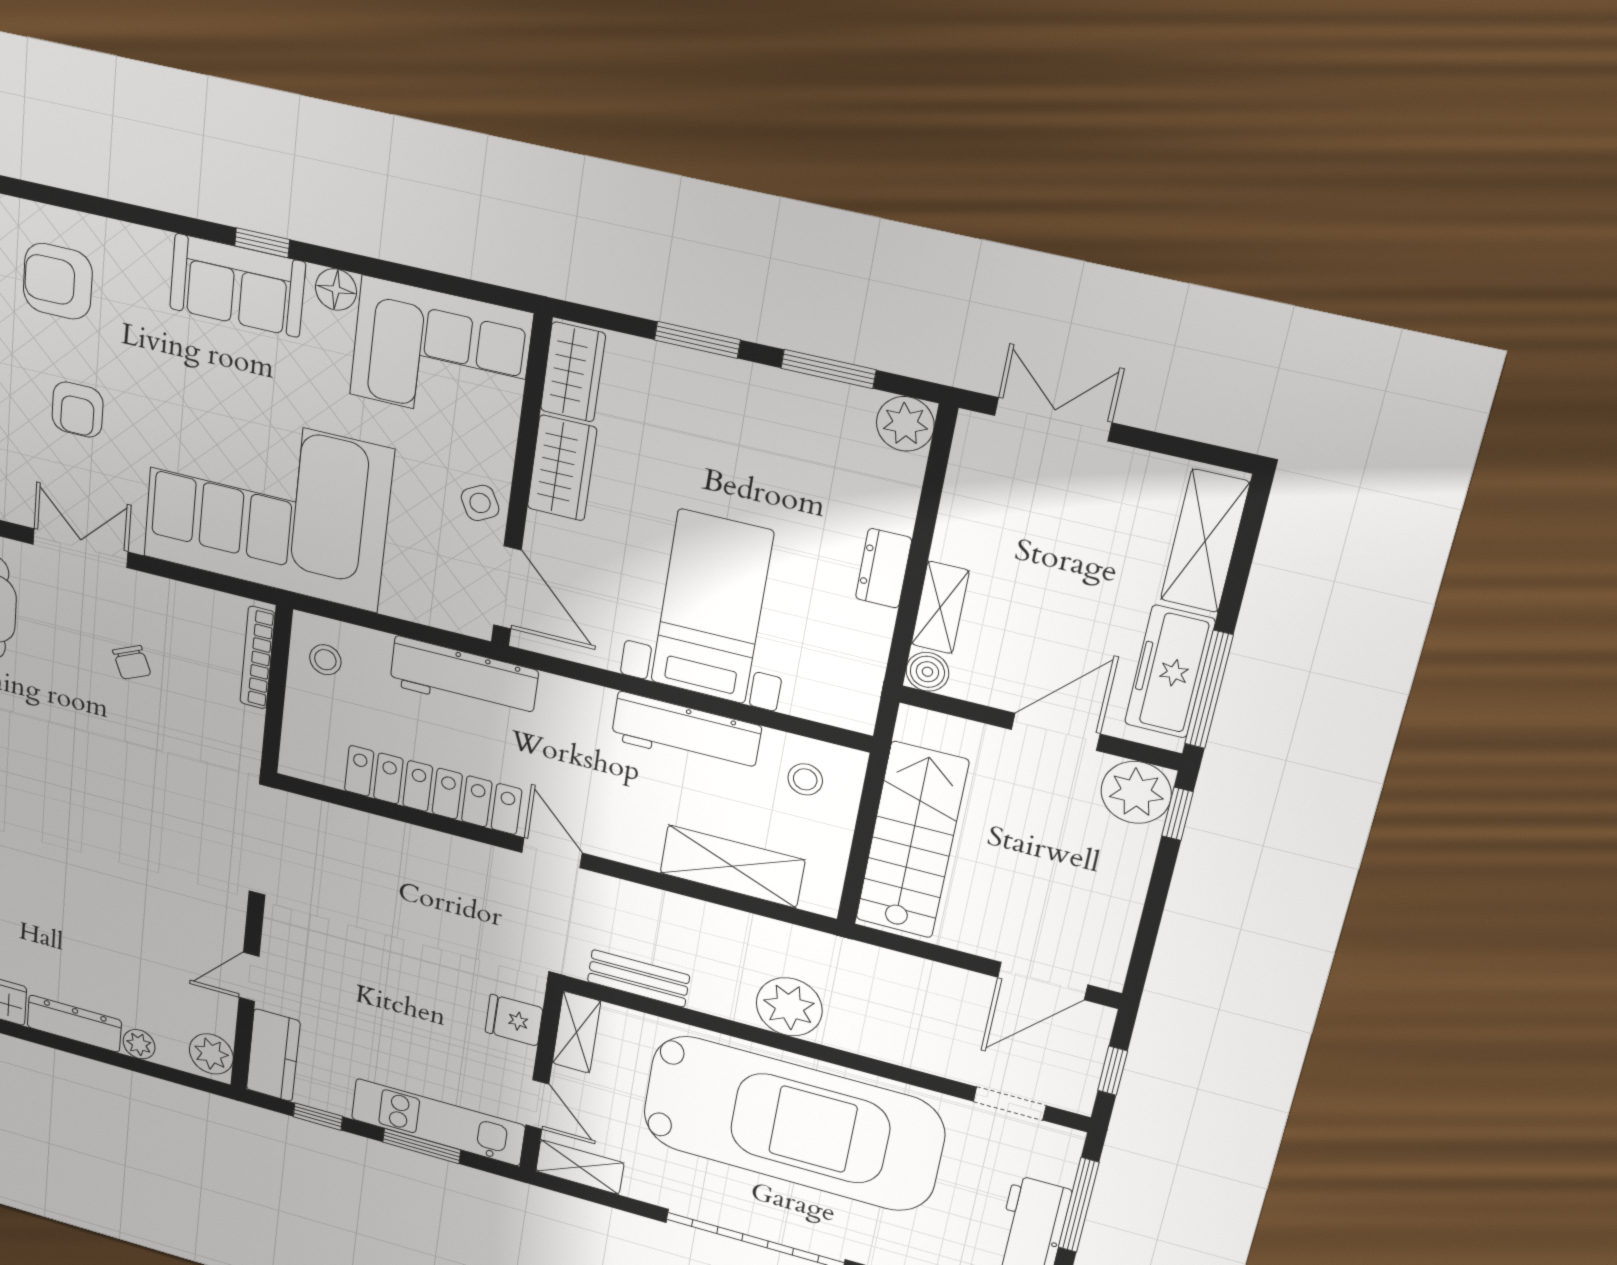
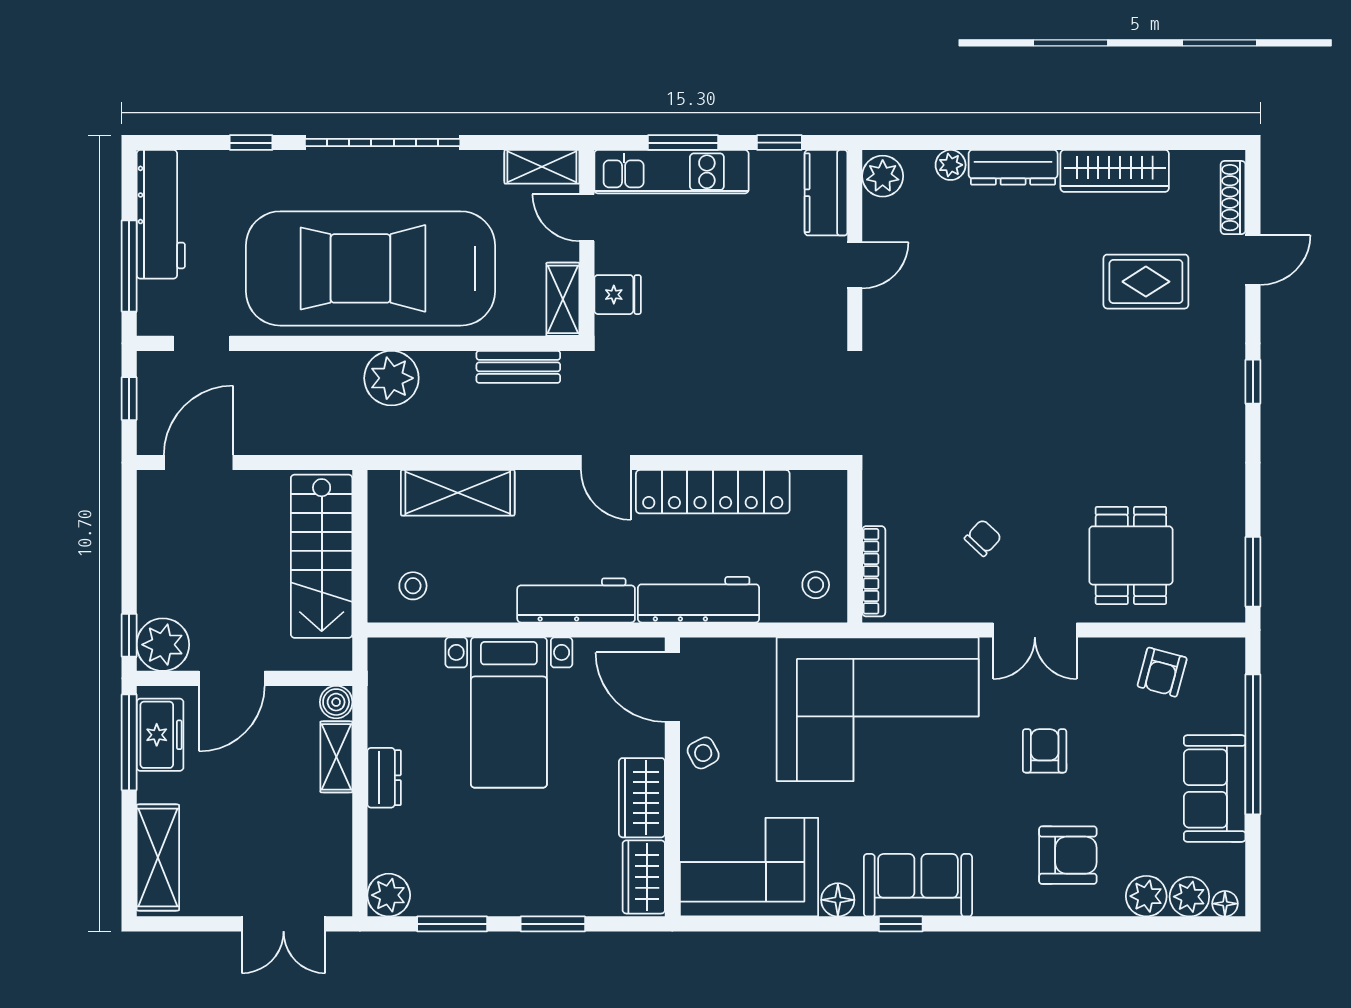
chair: (132, 662) -> (983, 538), turned 67
freezer: (1170, 672) -> (160, 735), width x0.71
workbench: (686, 733) -> (576, 600), moved

